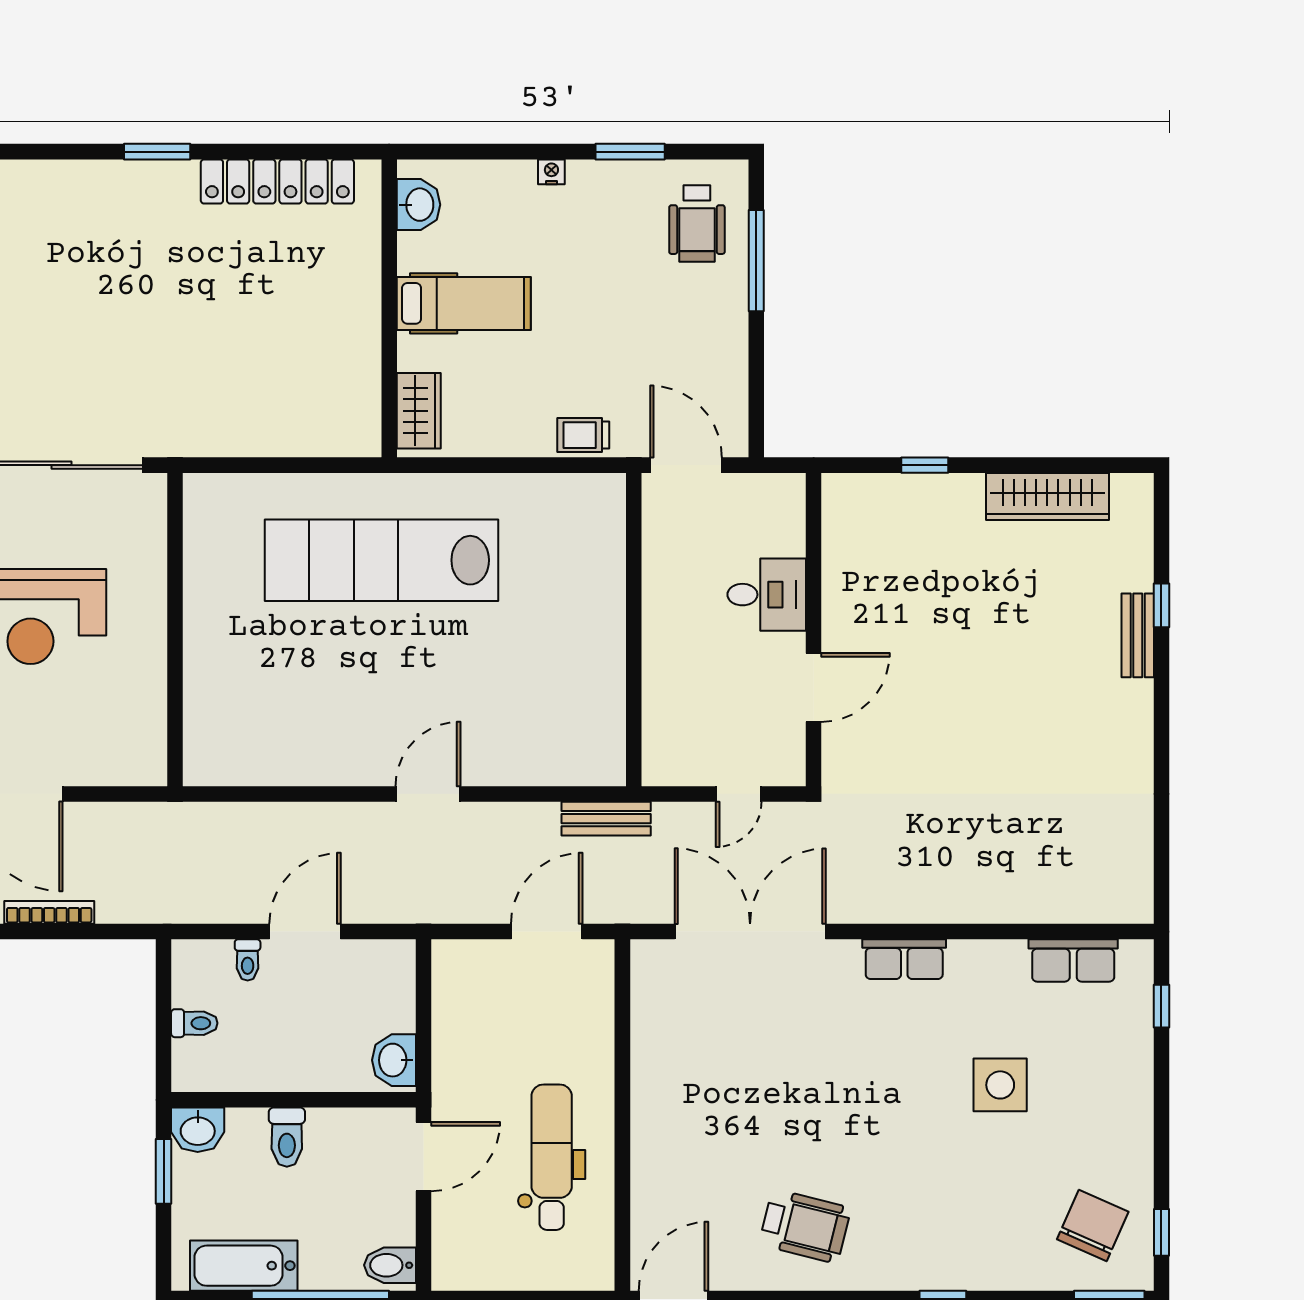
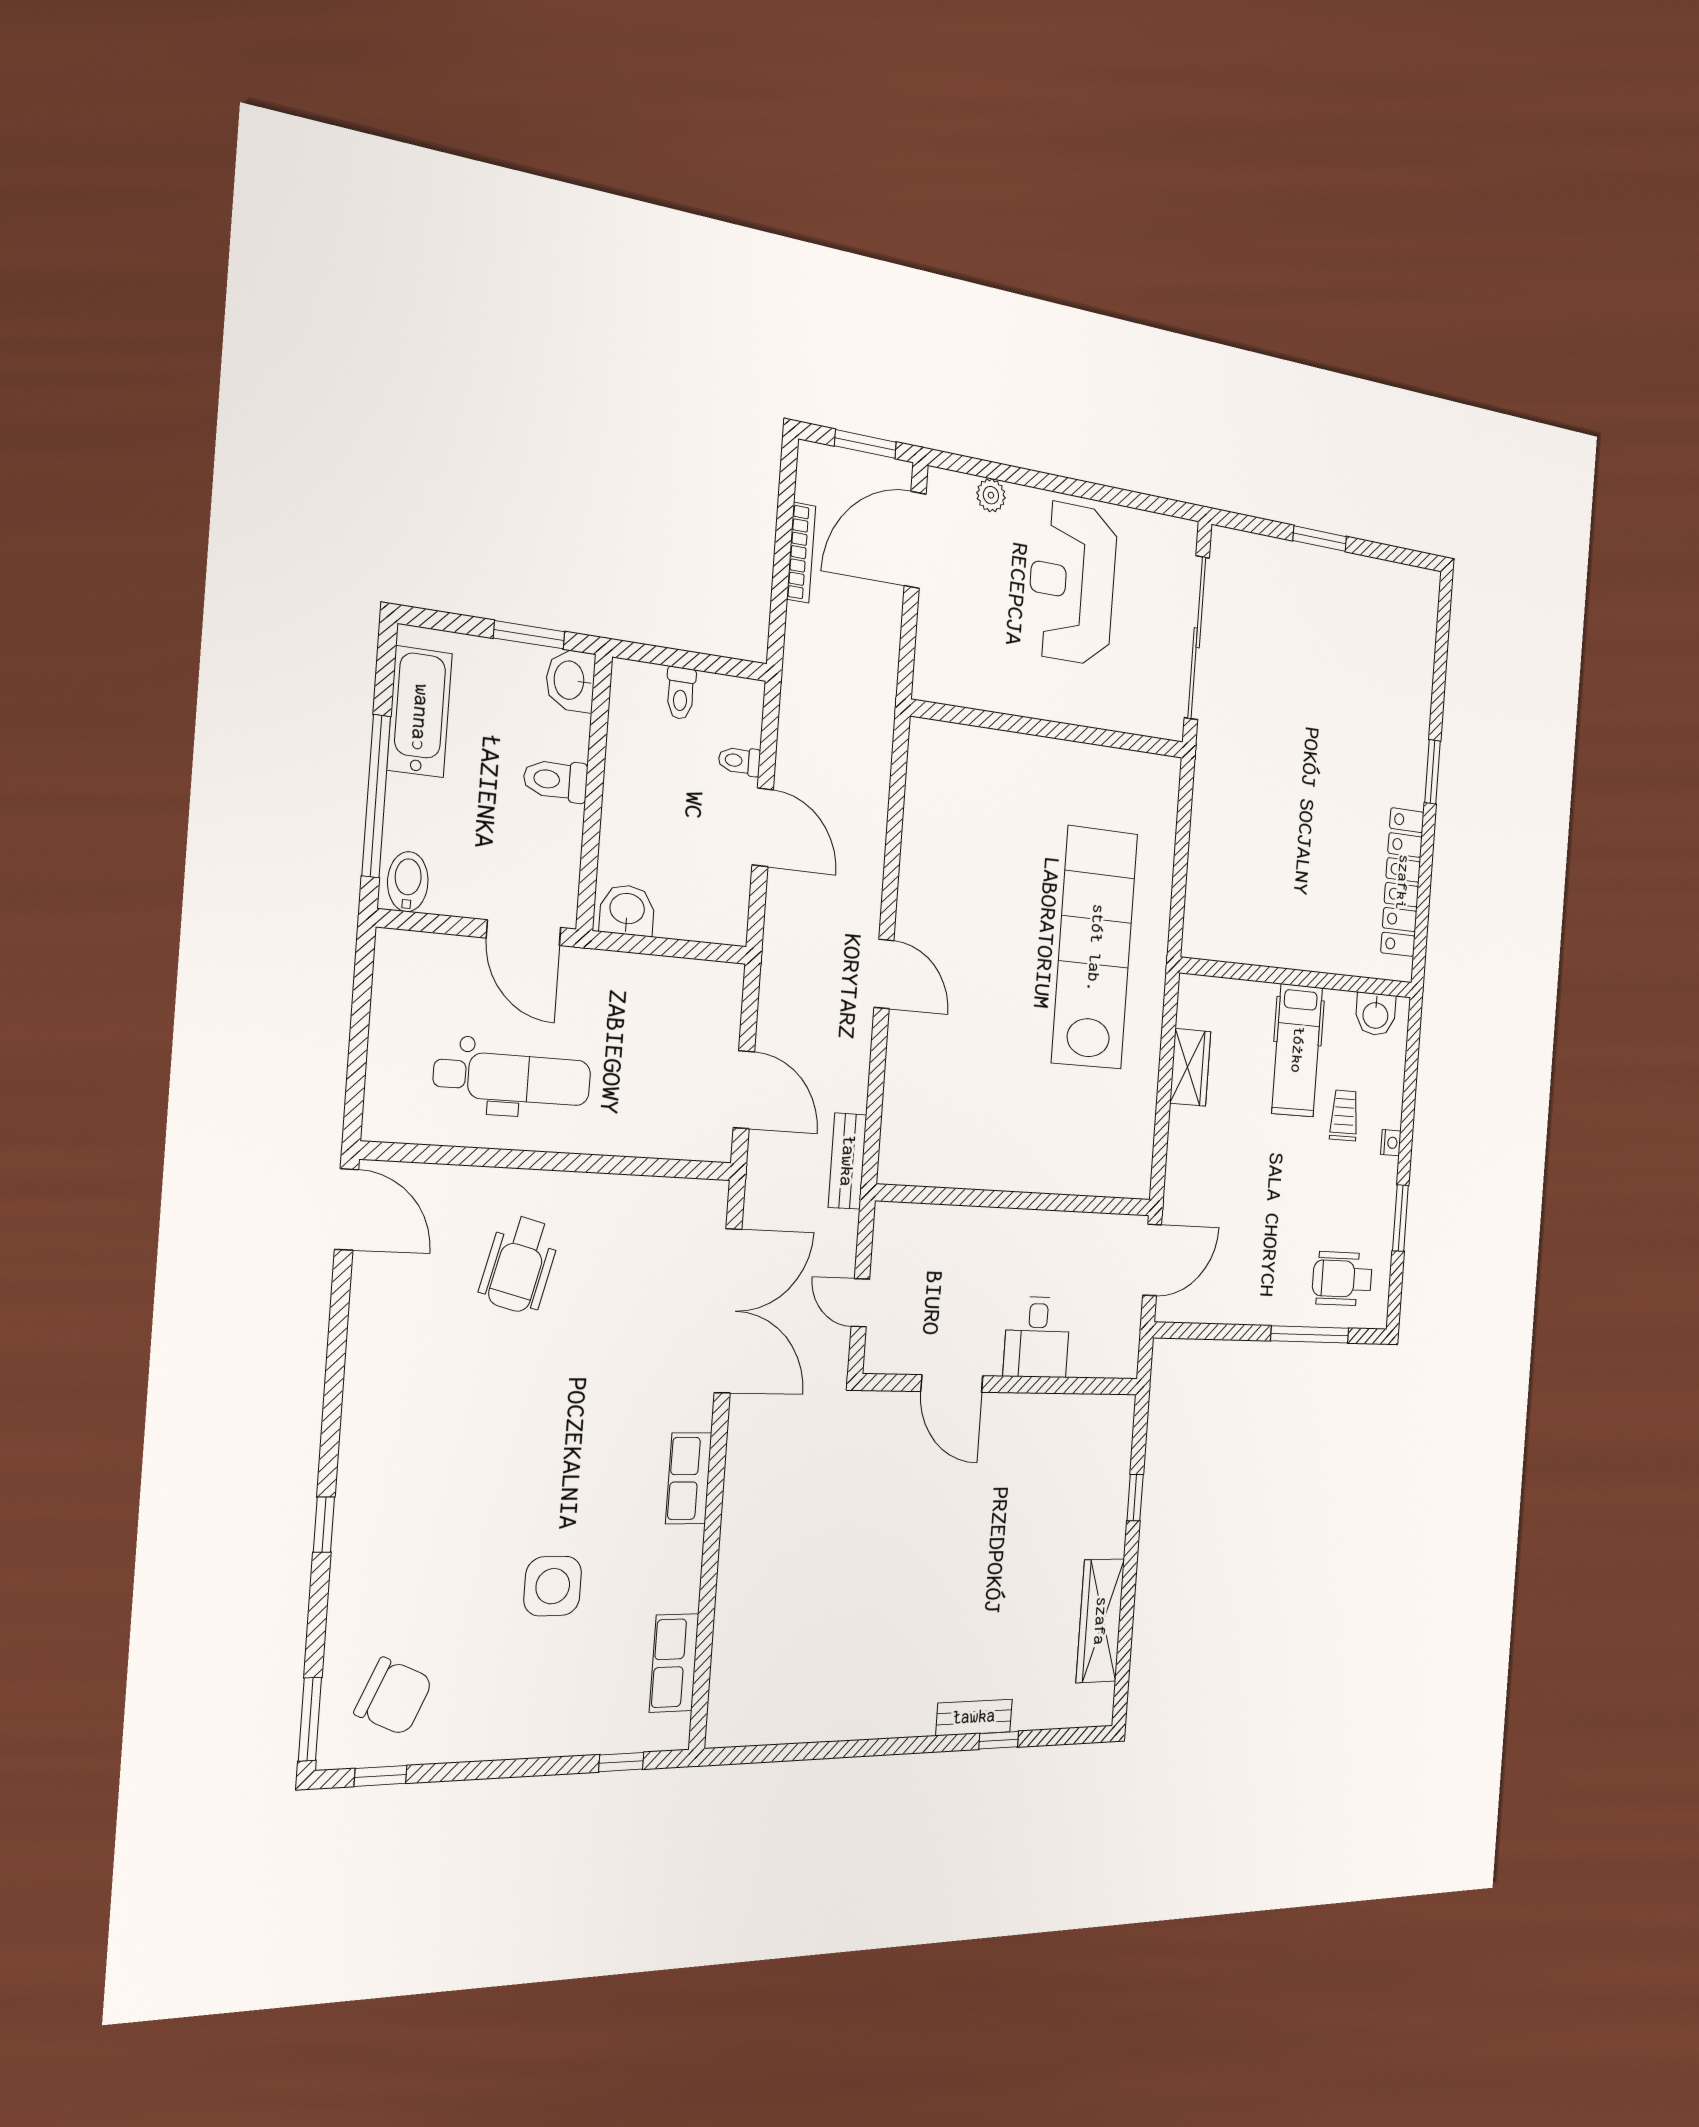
wardrobe: (419, 411) -> (1190, 1067), moved, turned -90
trolley: (583, 435) -> (1344, 1115), moved
wheelchair: (805, 1226) -> (519, 1264), moved

